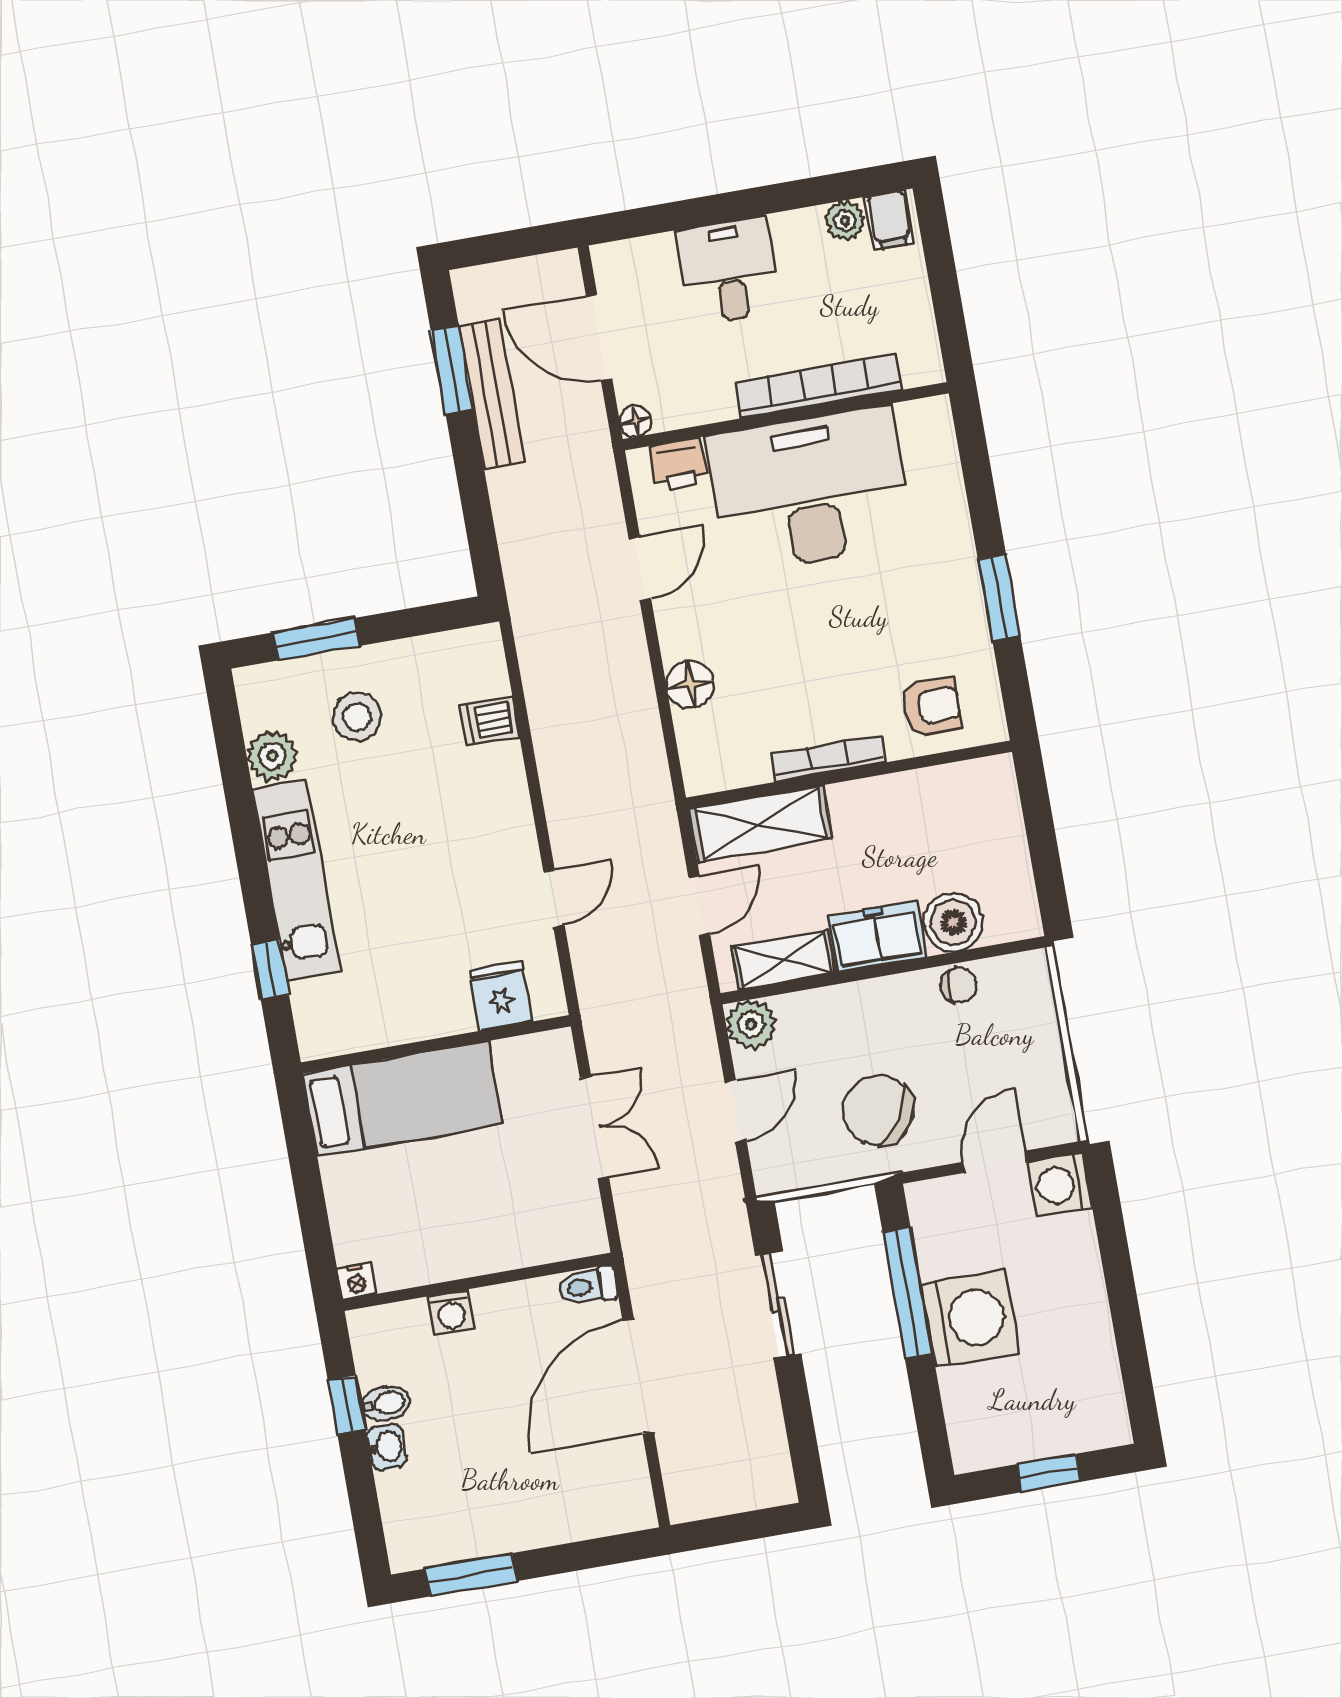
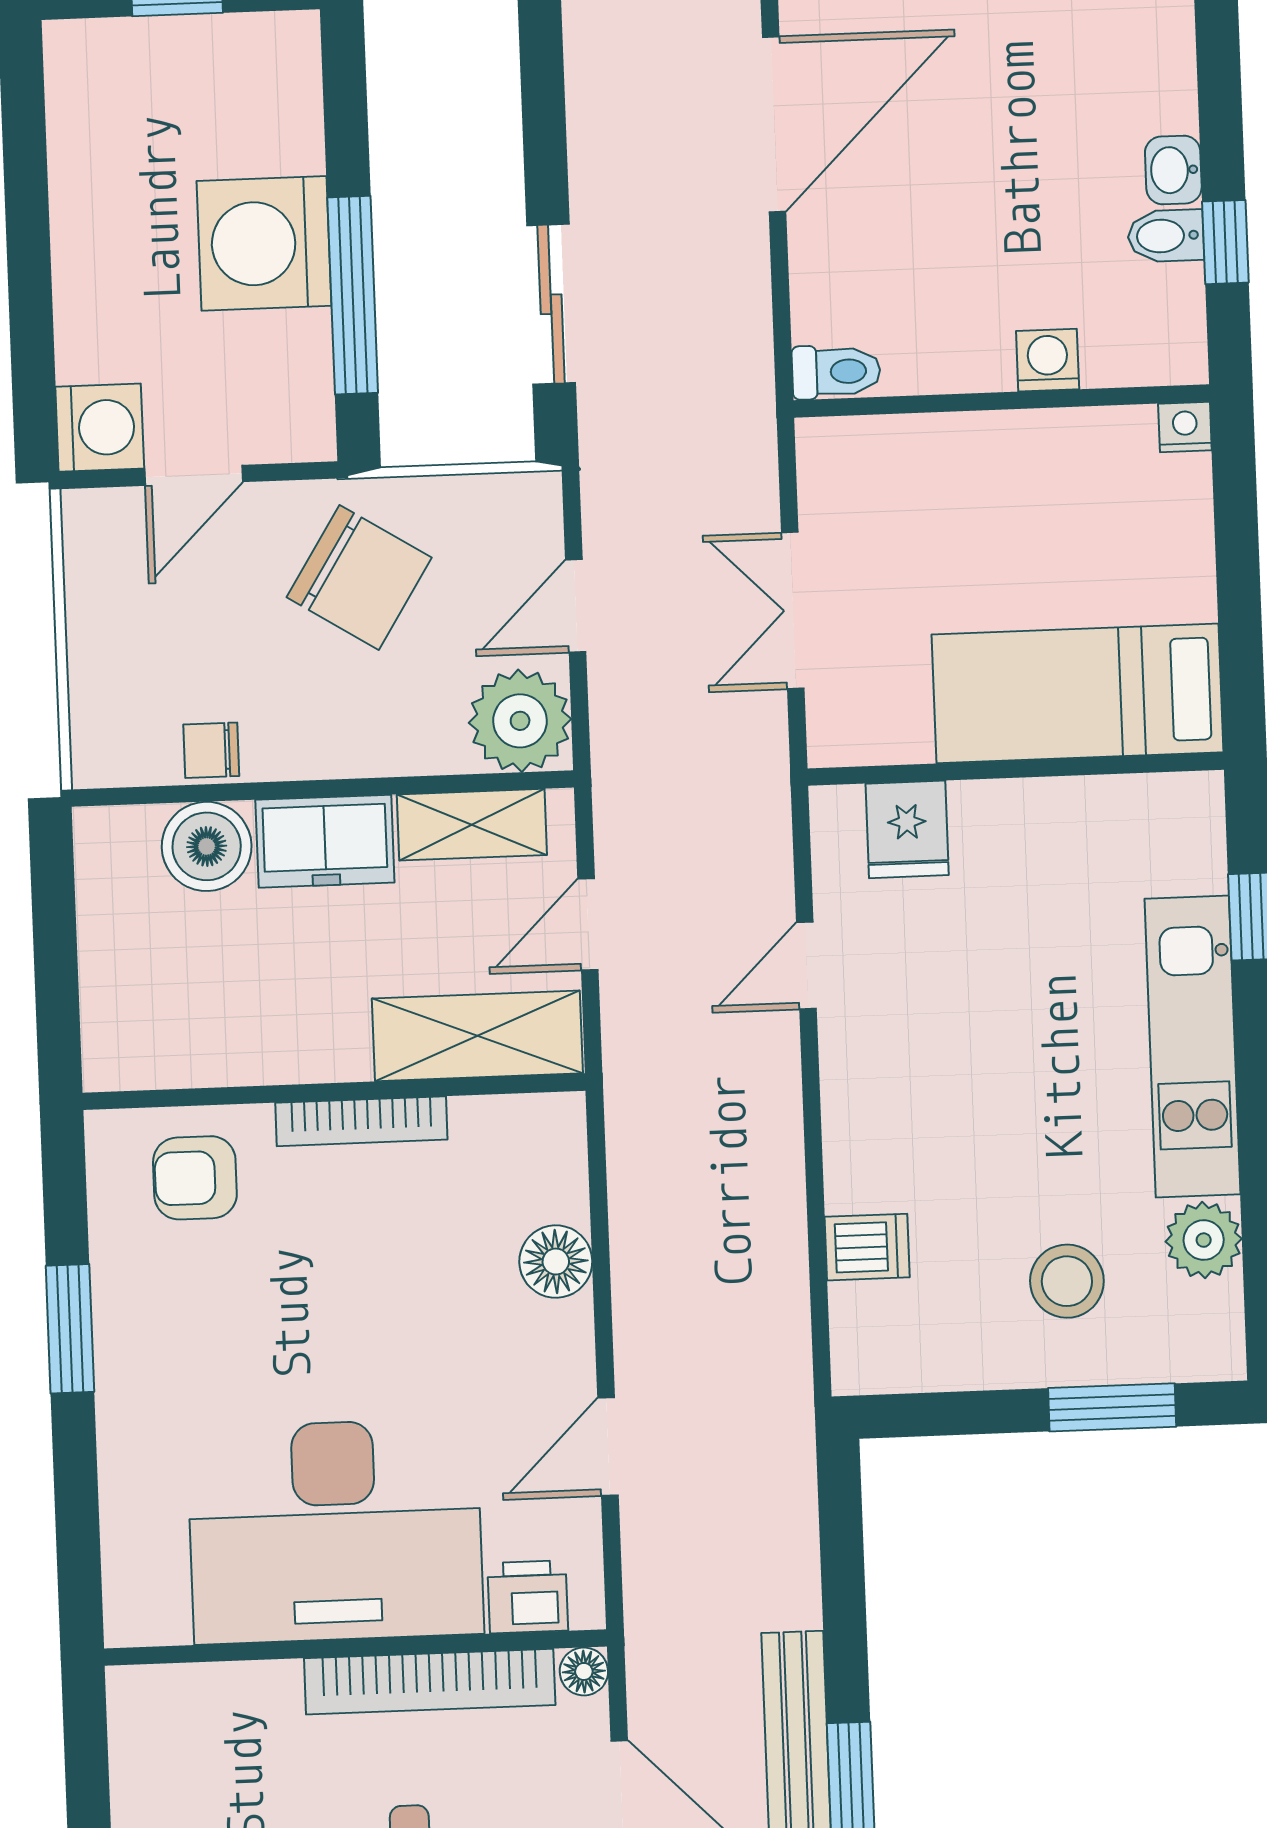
bookcase: (819, 386) -> (430, 1682), moved
plant: (751, 1024) -> (520, 721), width x1.36, depth x1.36
door: (638, 1376) -> (774, 124), moved

